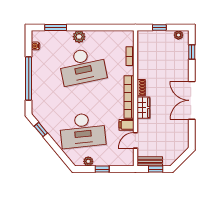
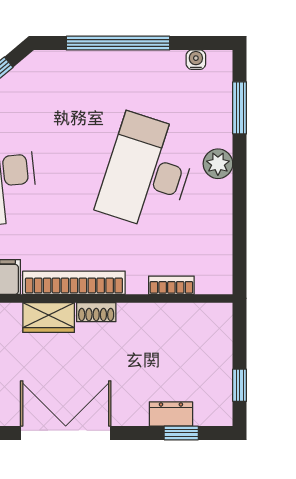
window: (159, 28) -> (240, 385), moved
plant: (178, 35) -> (222, 401), removed
dresser: (184, 56) -> (171, 414), added
desk: (83, 66) -> (147, 172), turned 30

